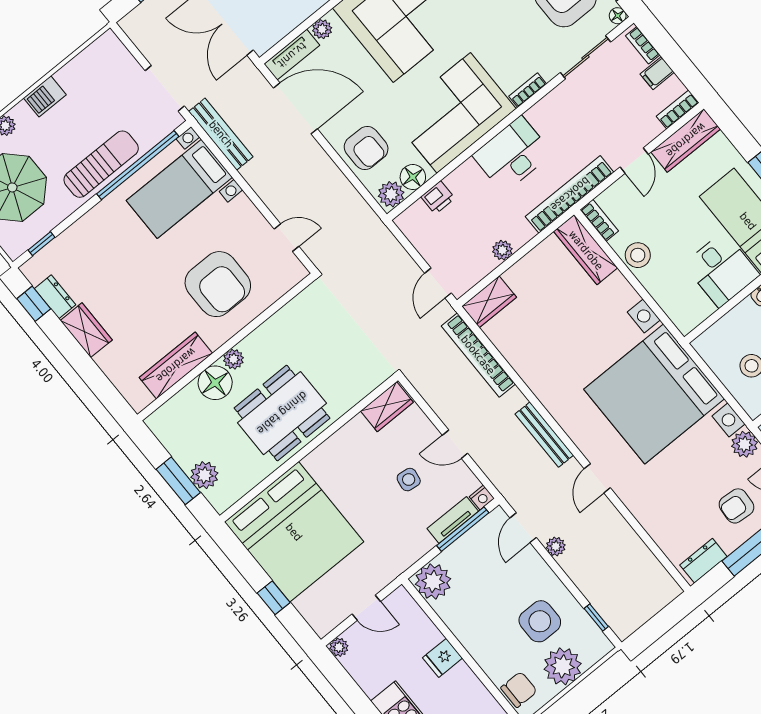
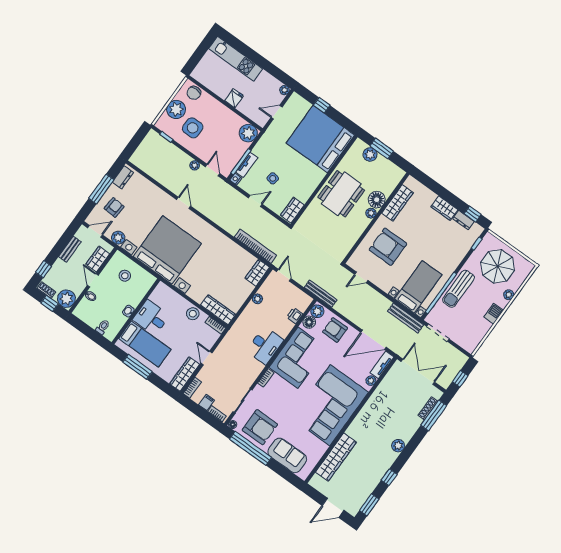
bookcase: (570, 194) -> (233, 334), removed
bench: (544, 435) -> (321, 294), moved

